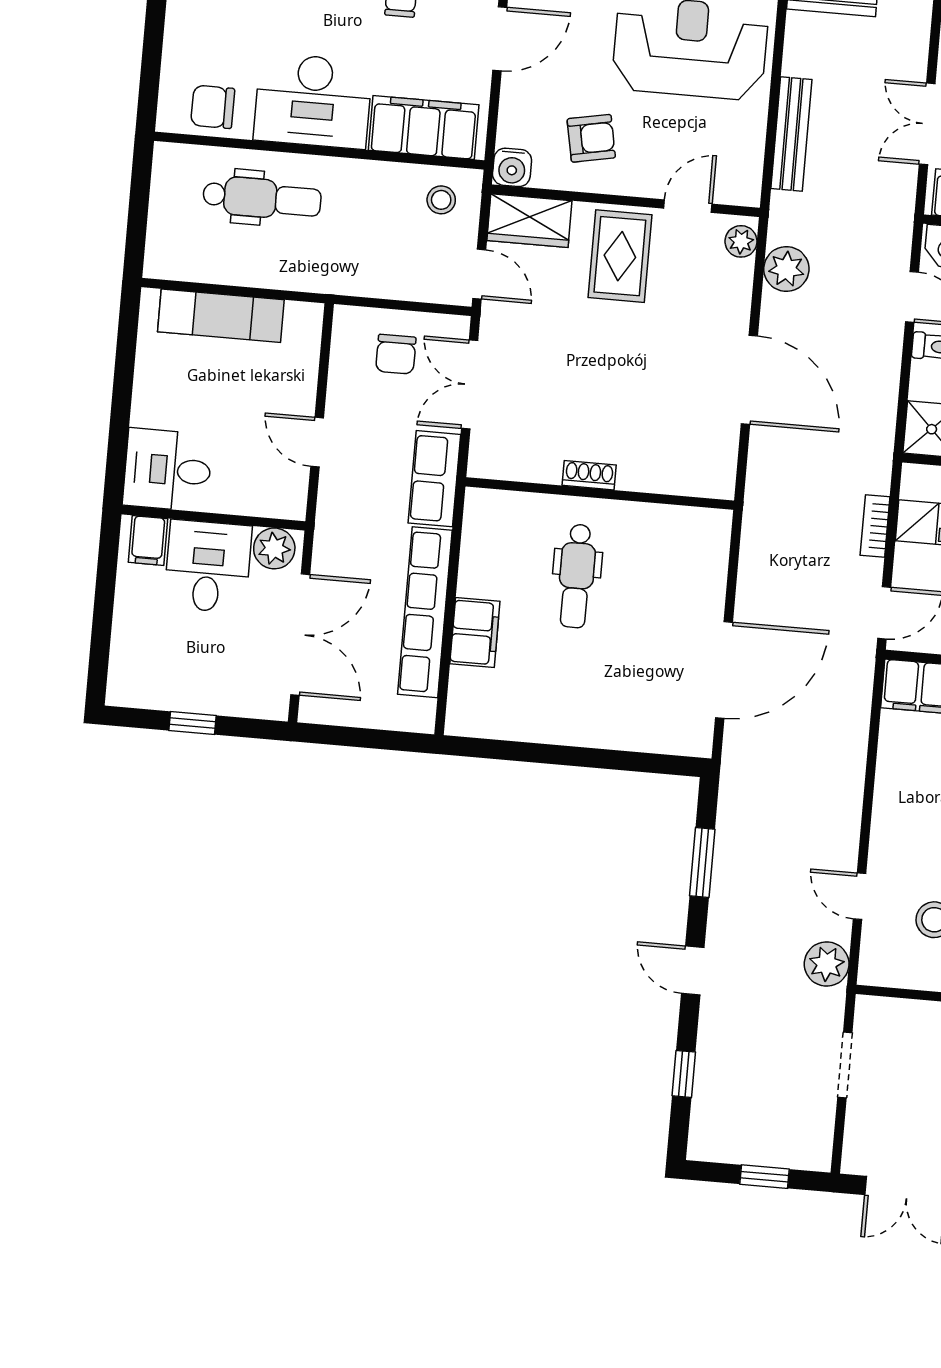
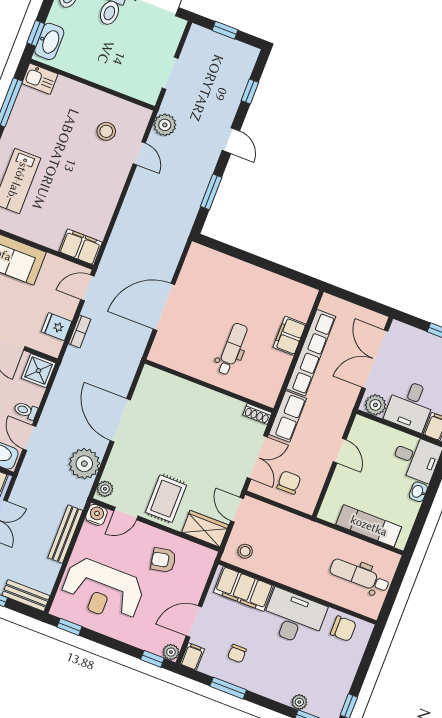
water cooler: (512, 167) -> (96, 515), moved
dental chair: (262, 198) -> (359, 576), moved
plant: (786, 269) -> (84, 464), width x1.36, depth x1.36
washbasin: (145, 407) -> (418, 492), added
shoe rack: (589, 475) -> (257, 414), moved
door: (724, 670) -> (164, 307), moved

